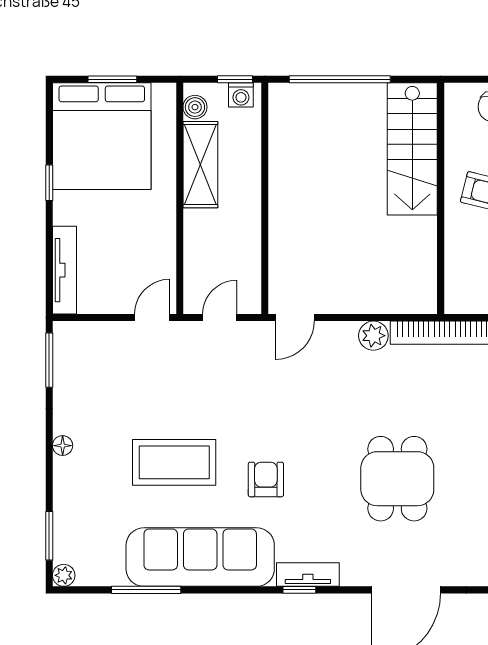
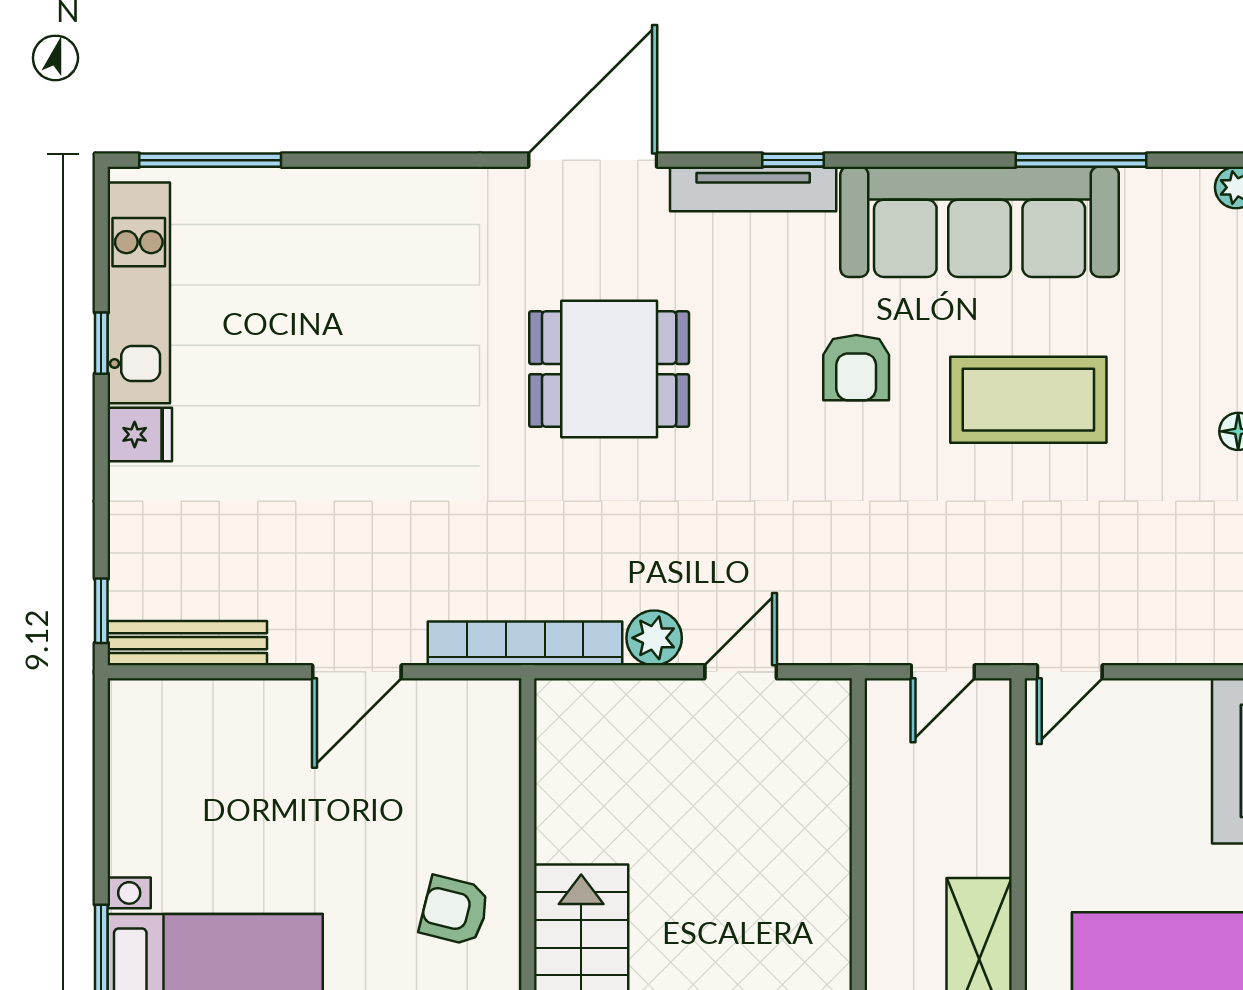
door: (295, 318) -> (741, 672), moved
dining table: (397, 479) -> (609, 369), turned 90
tv unit: (308, 575) -> (753, 189), width x1.41

